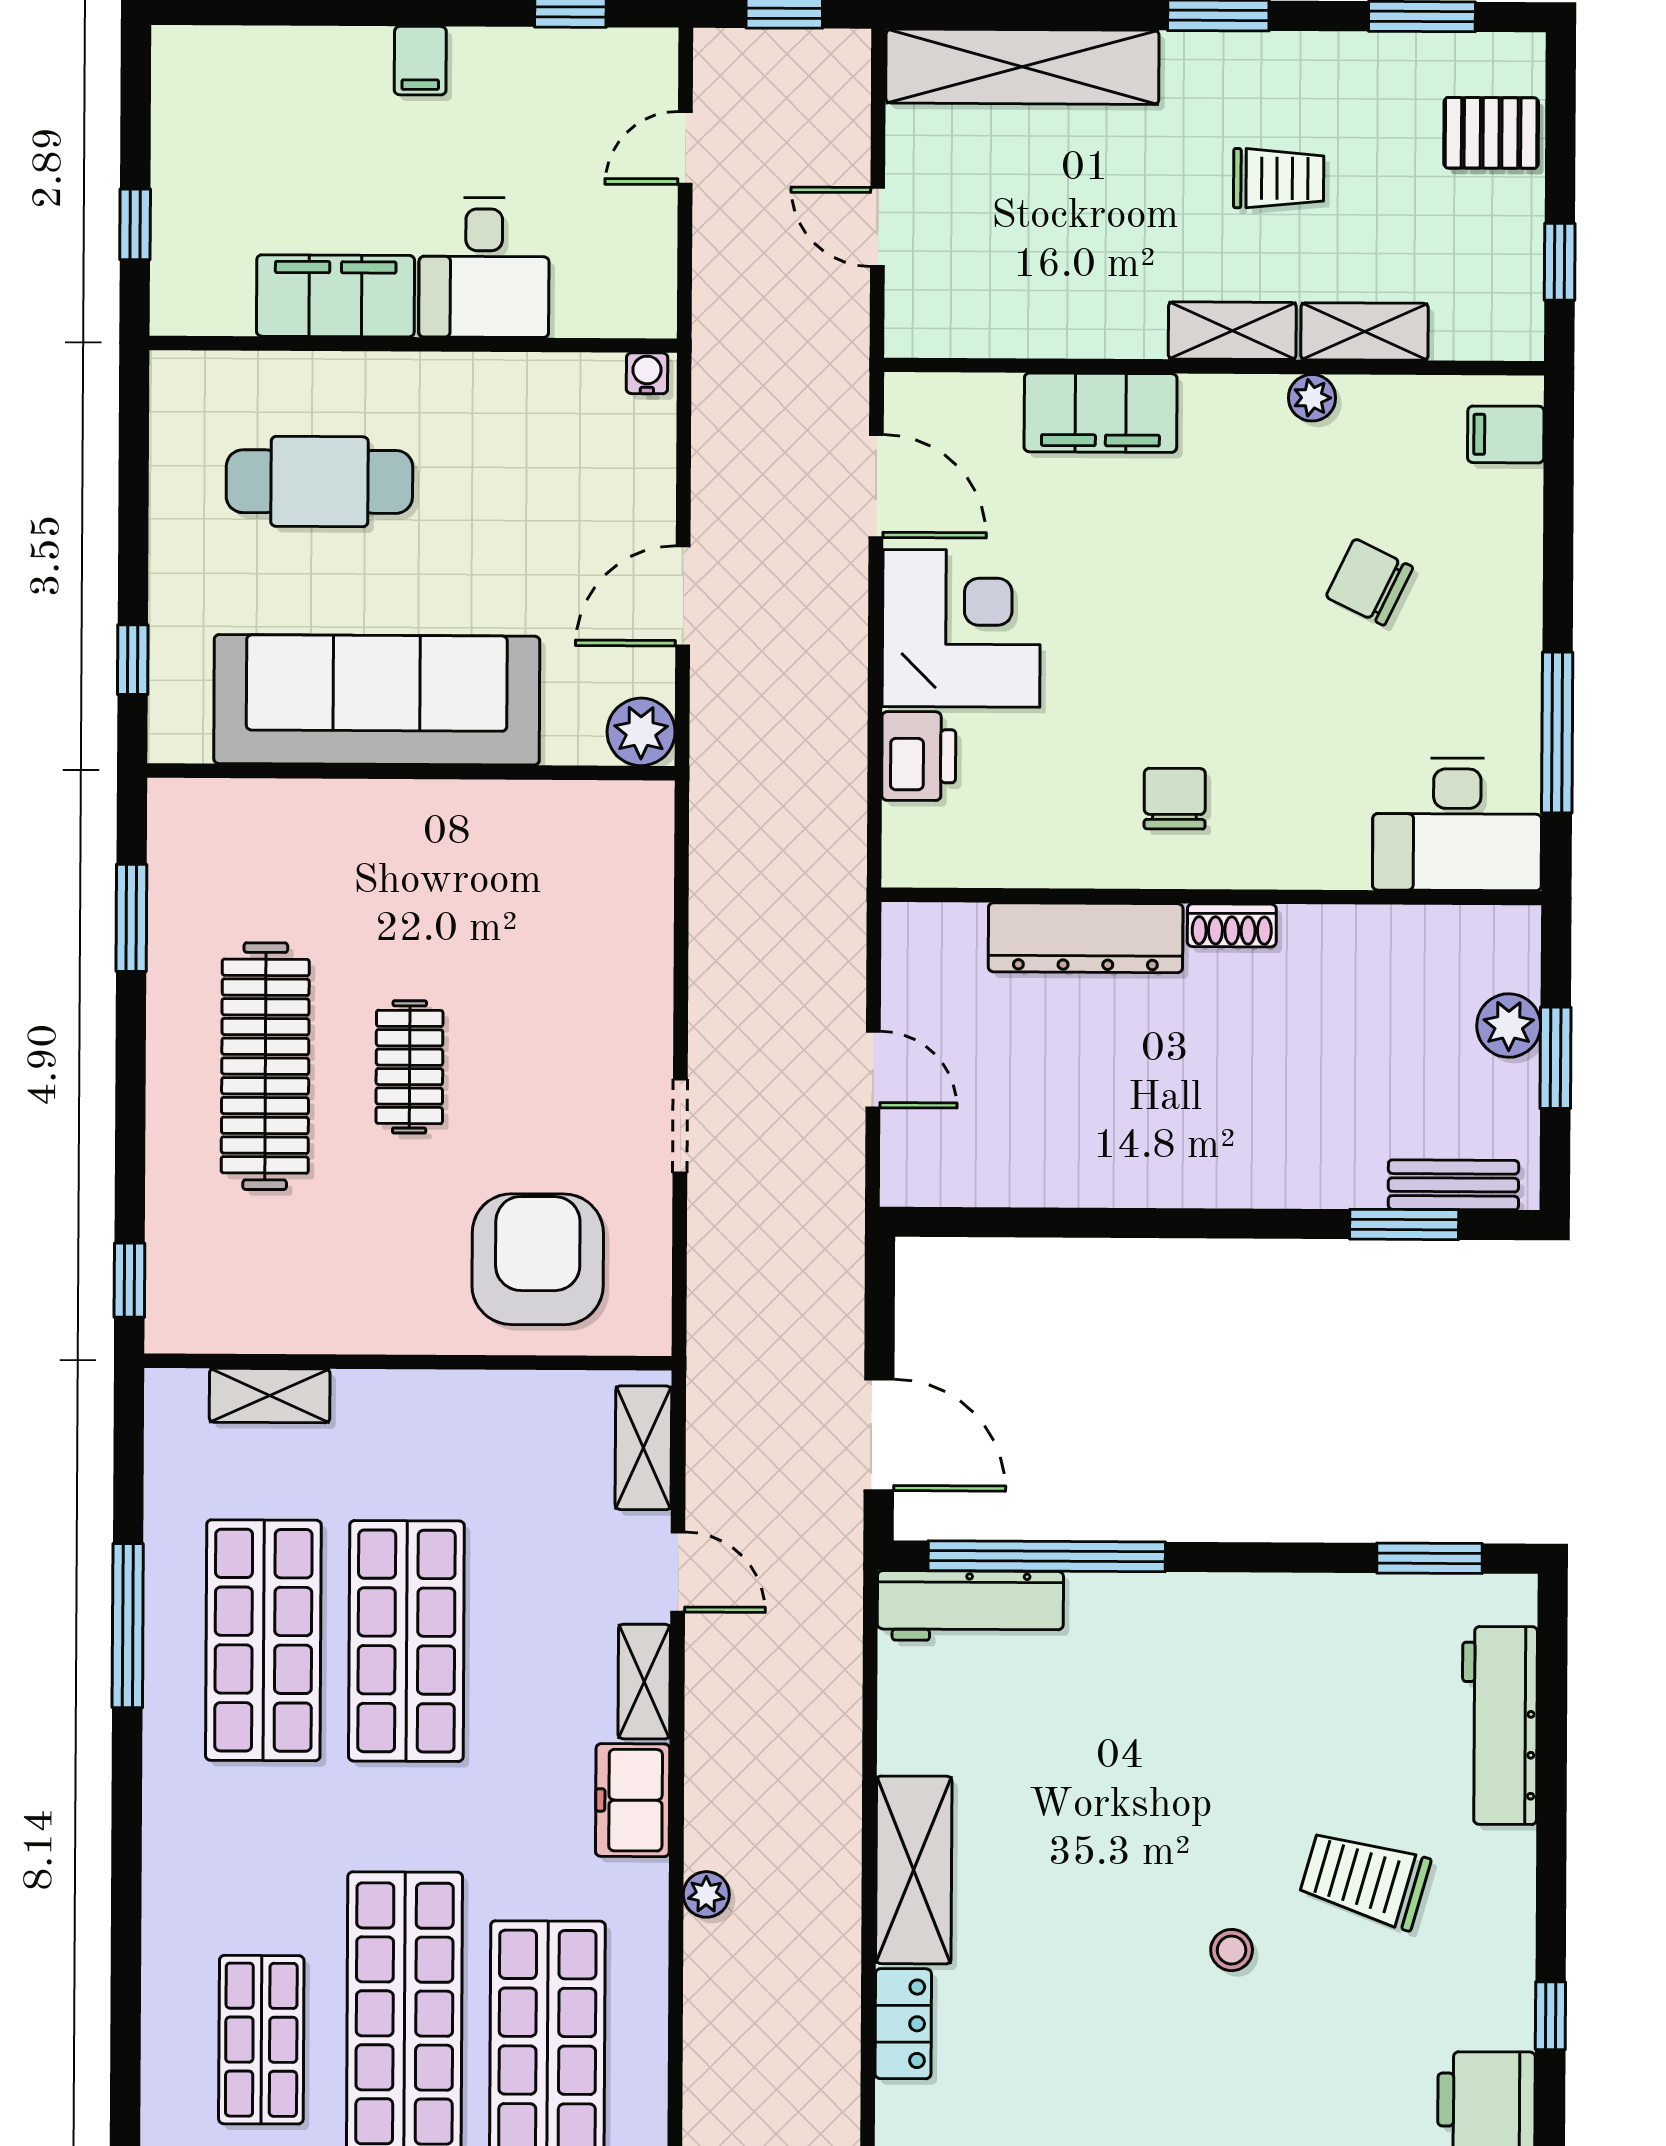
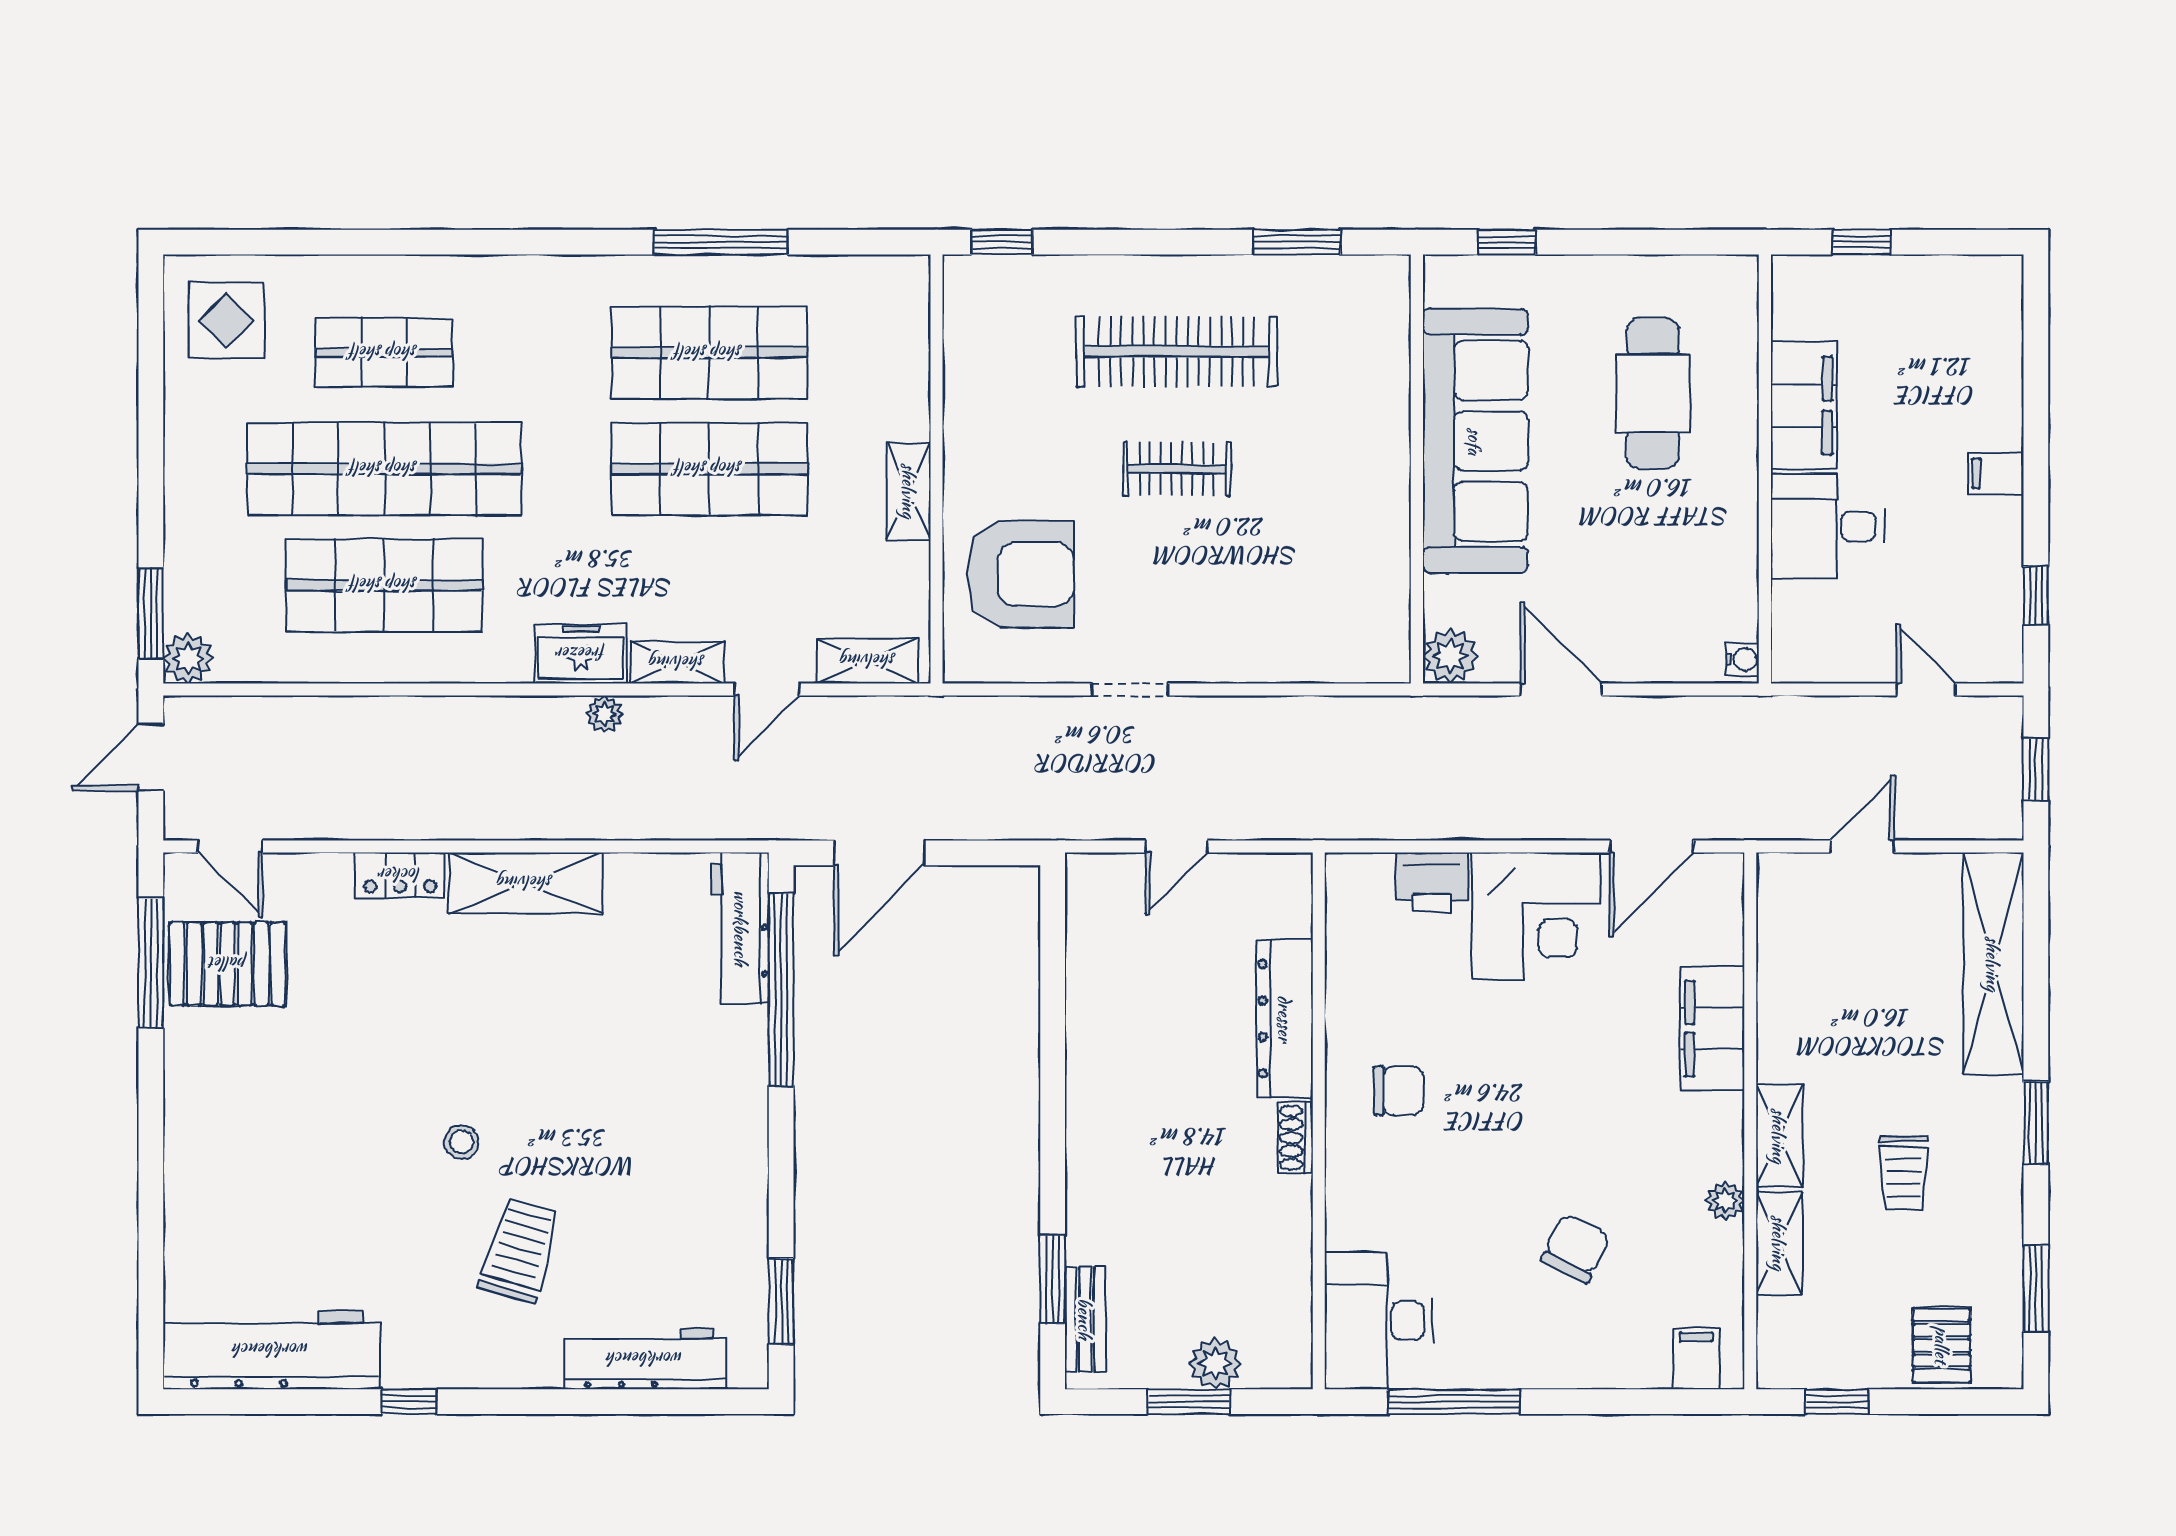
shelving: (270, 1396) -> (909, 491), moved
plant: (706, 1894) -> (605, 714), moved

